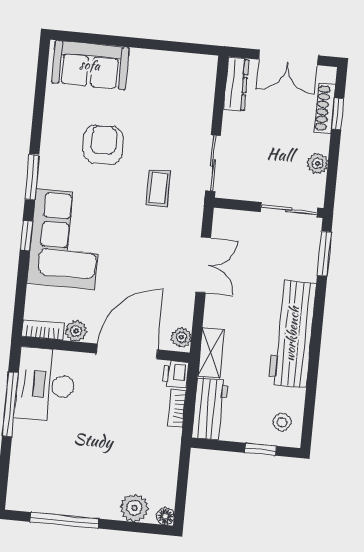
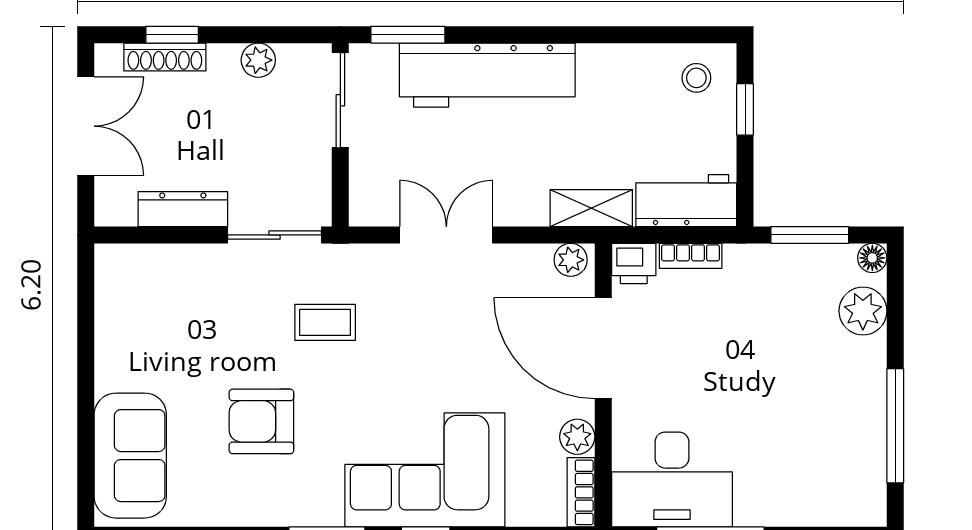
dresser: (236, 84) -> (183, 209), moved
workbench: (292, 334) -> (487, 75), moved
window: (183, 480) -> (810, 235), added

